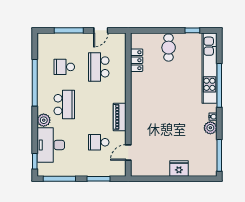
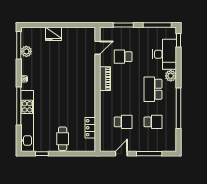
school desk: (99, 67) -> (123, 122), width x0.54
plant: (210, 128) -> (26, 51), moved
school desk: (99, 142) -> (123, 57), turned 180

